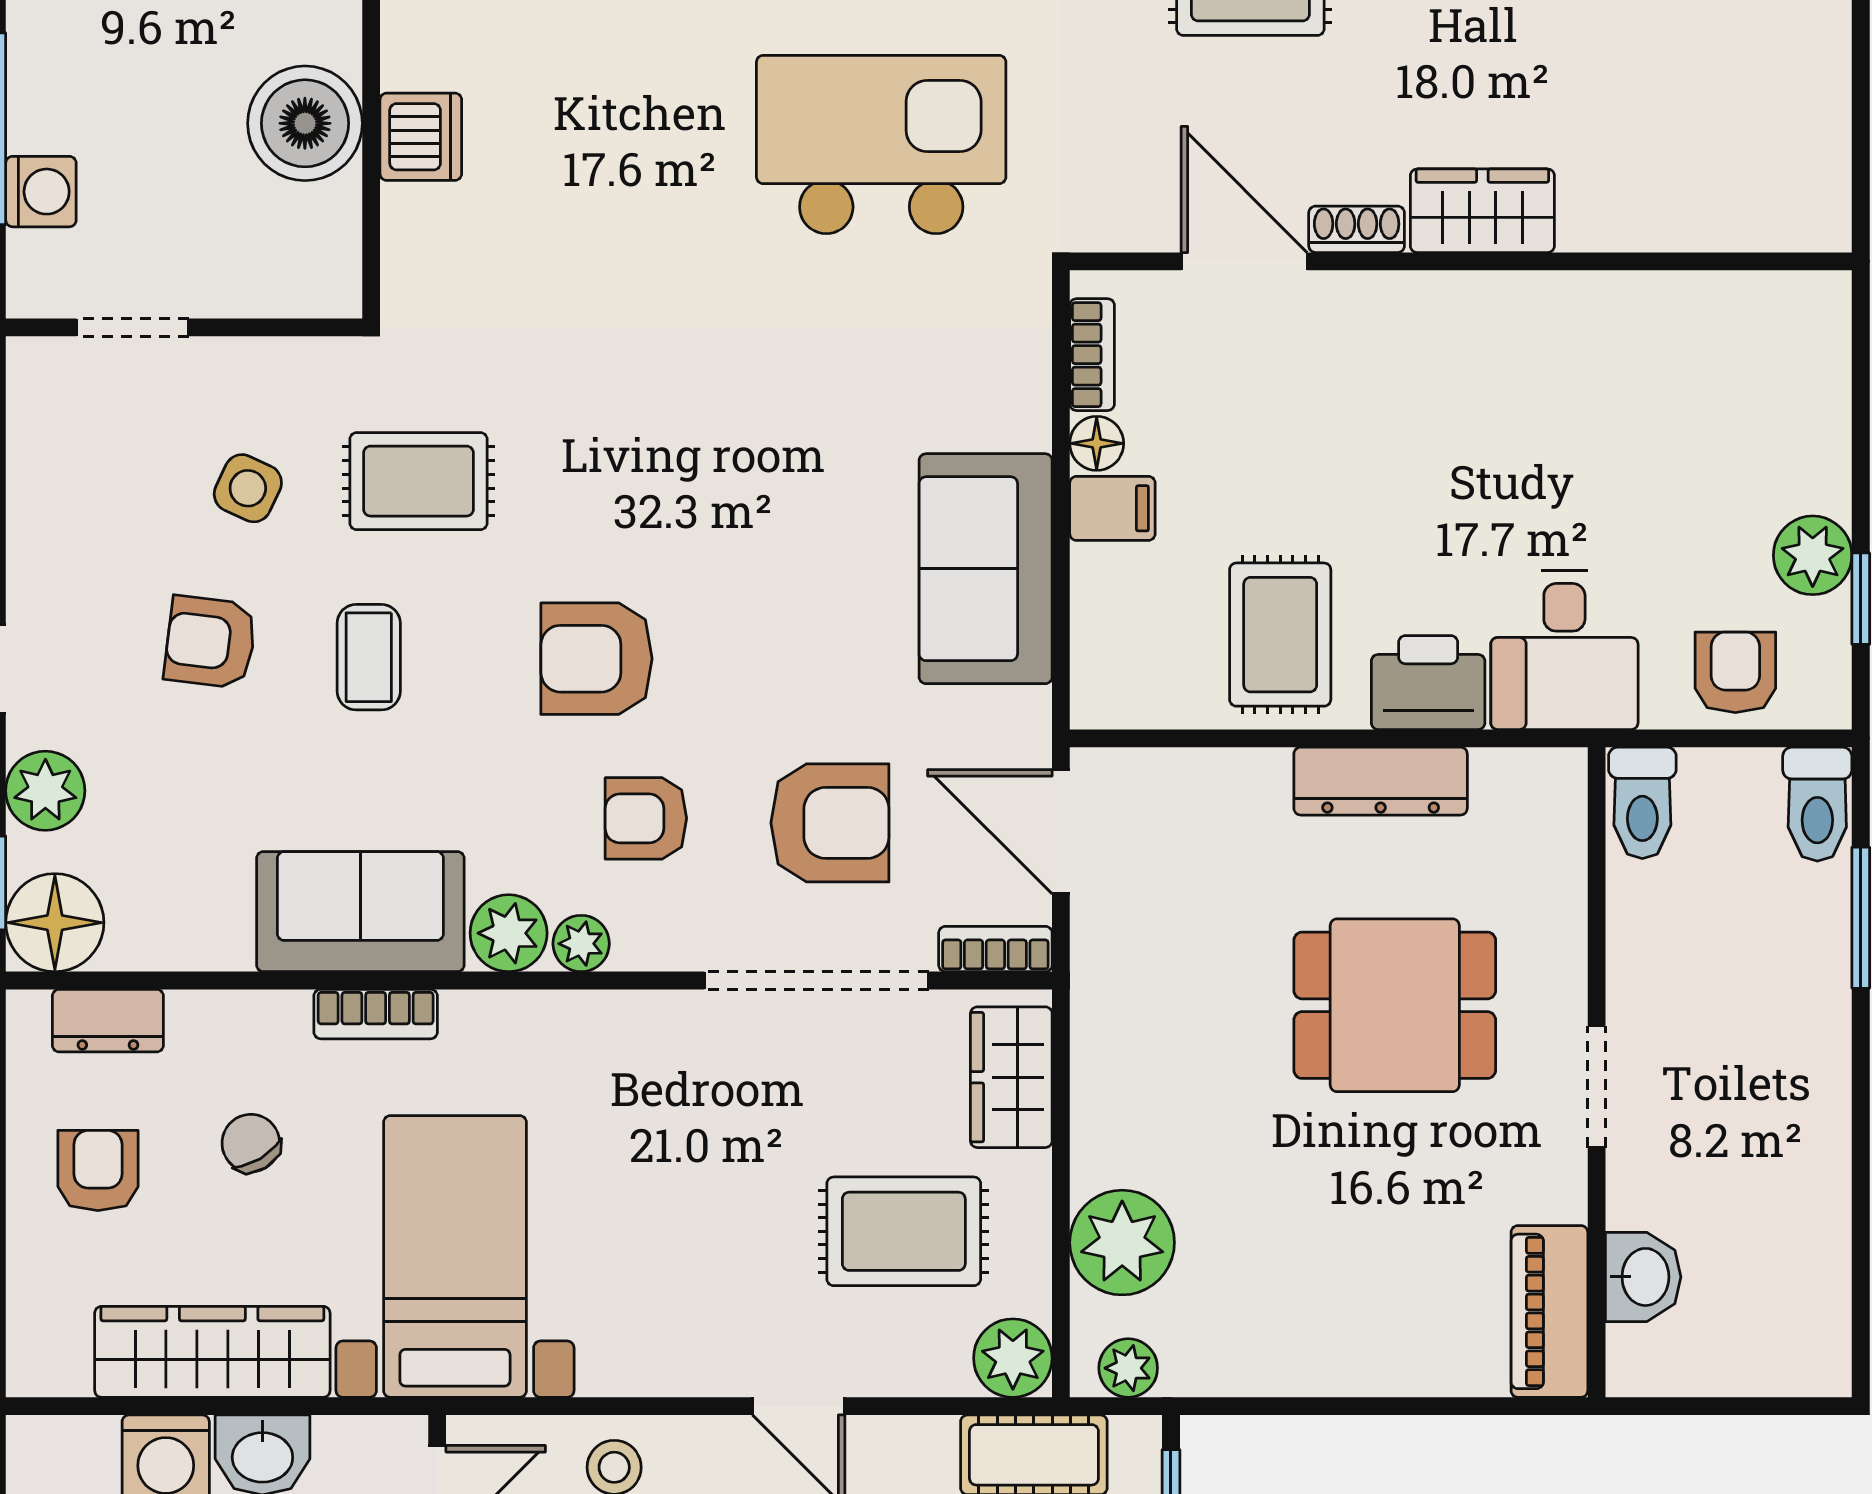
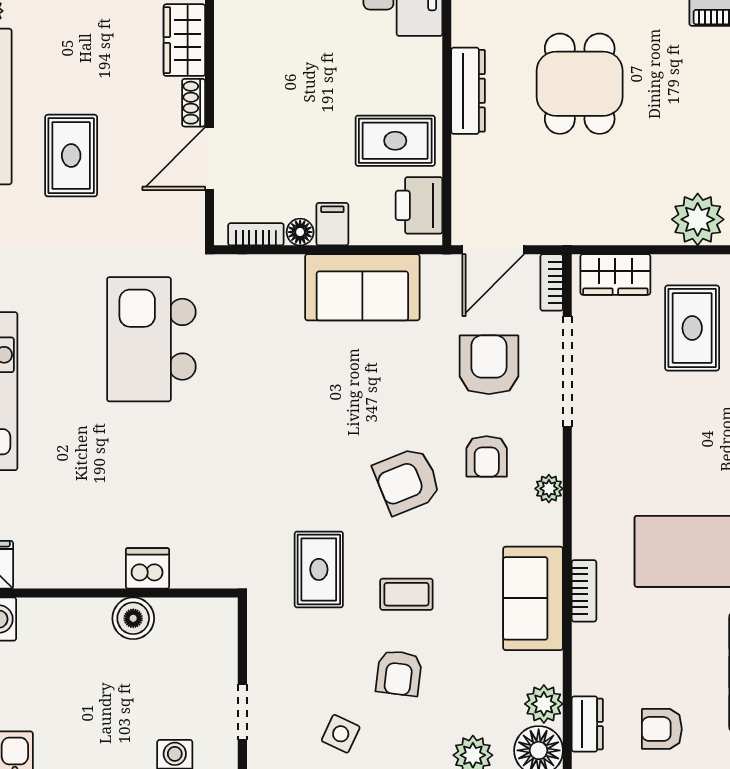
boiler: (305, 123) -> (133, 618), width x0.73, depth x0.73
side table: (248, 488) -> (341, 734), moved
armchair: (596, 659) -> (407, 481), turned 68
printer: (1428, 683) -> (419, 205), moved
plant: (509, 933) -> (544, 704), moved
chair: (251, 1143) -> (648, 653), removed

